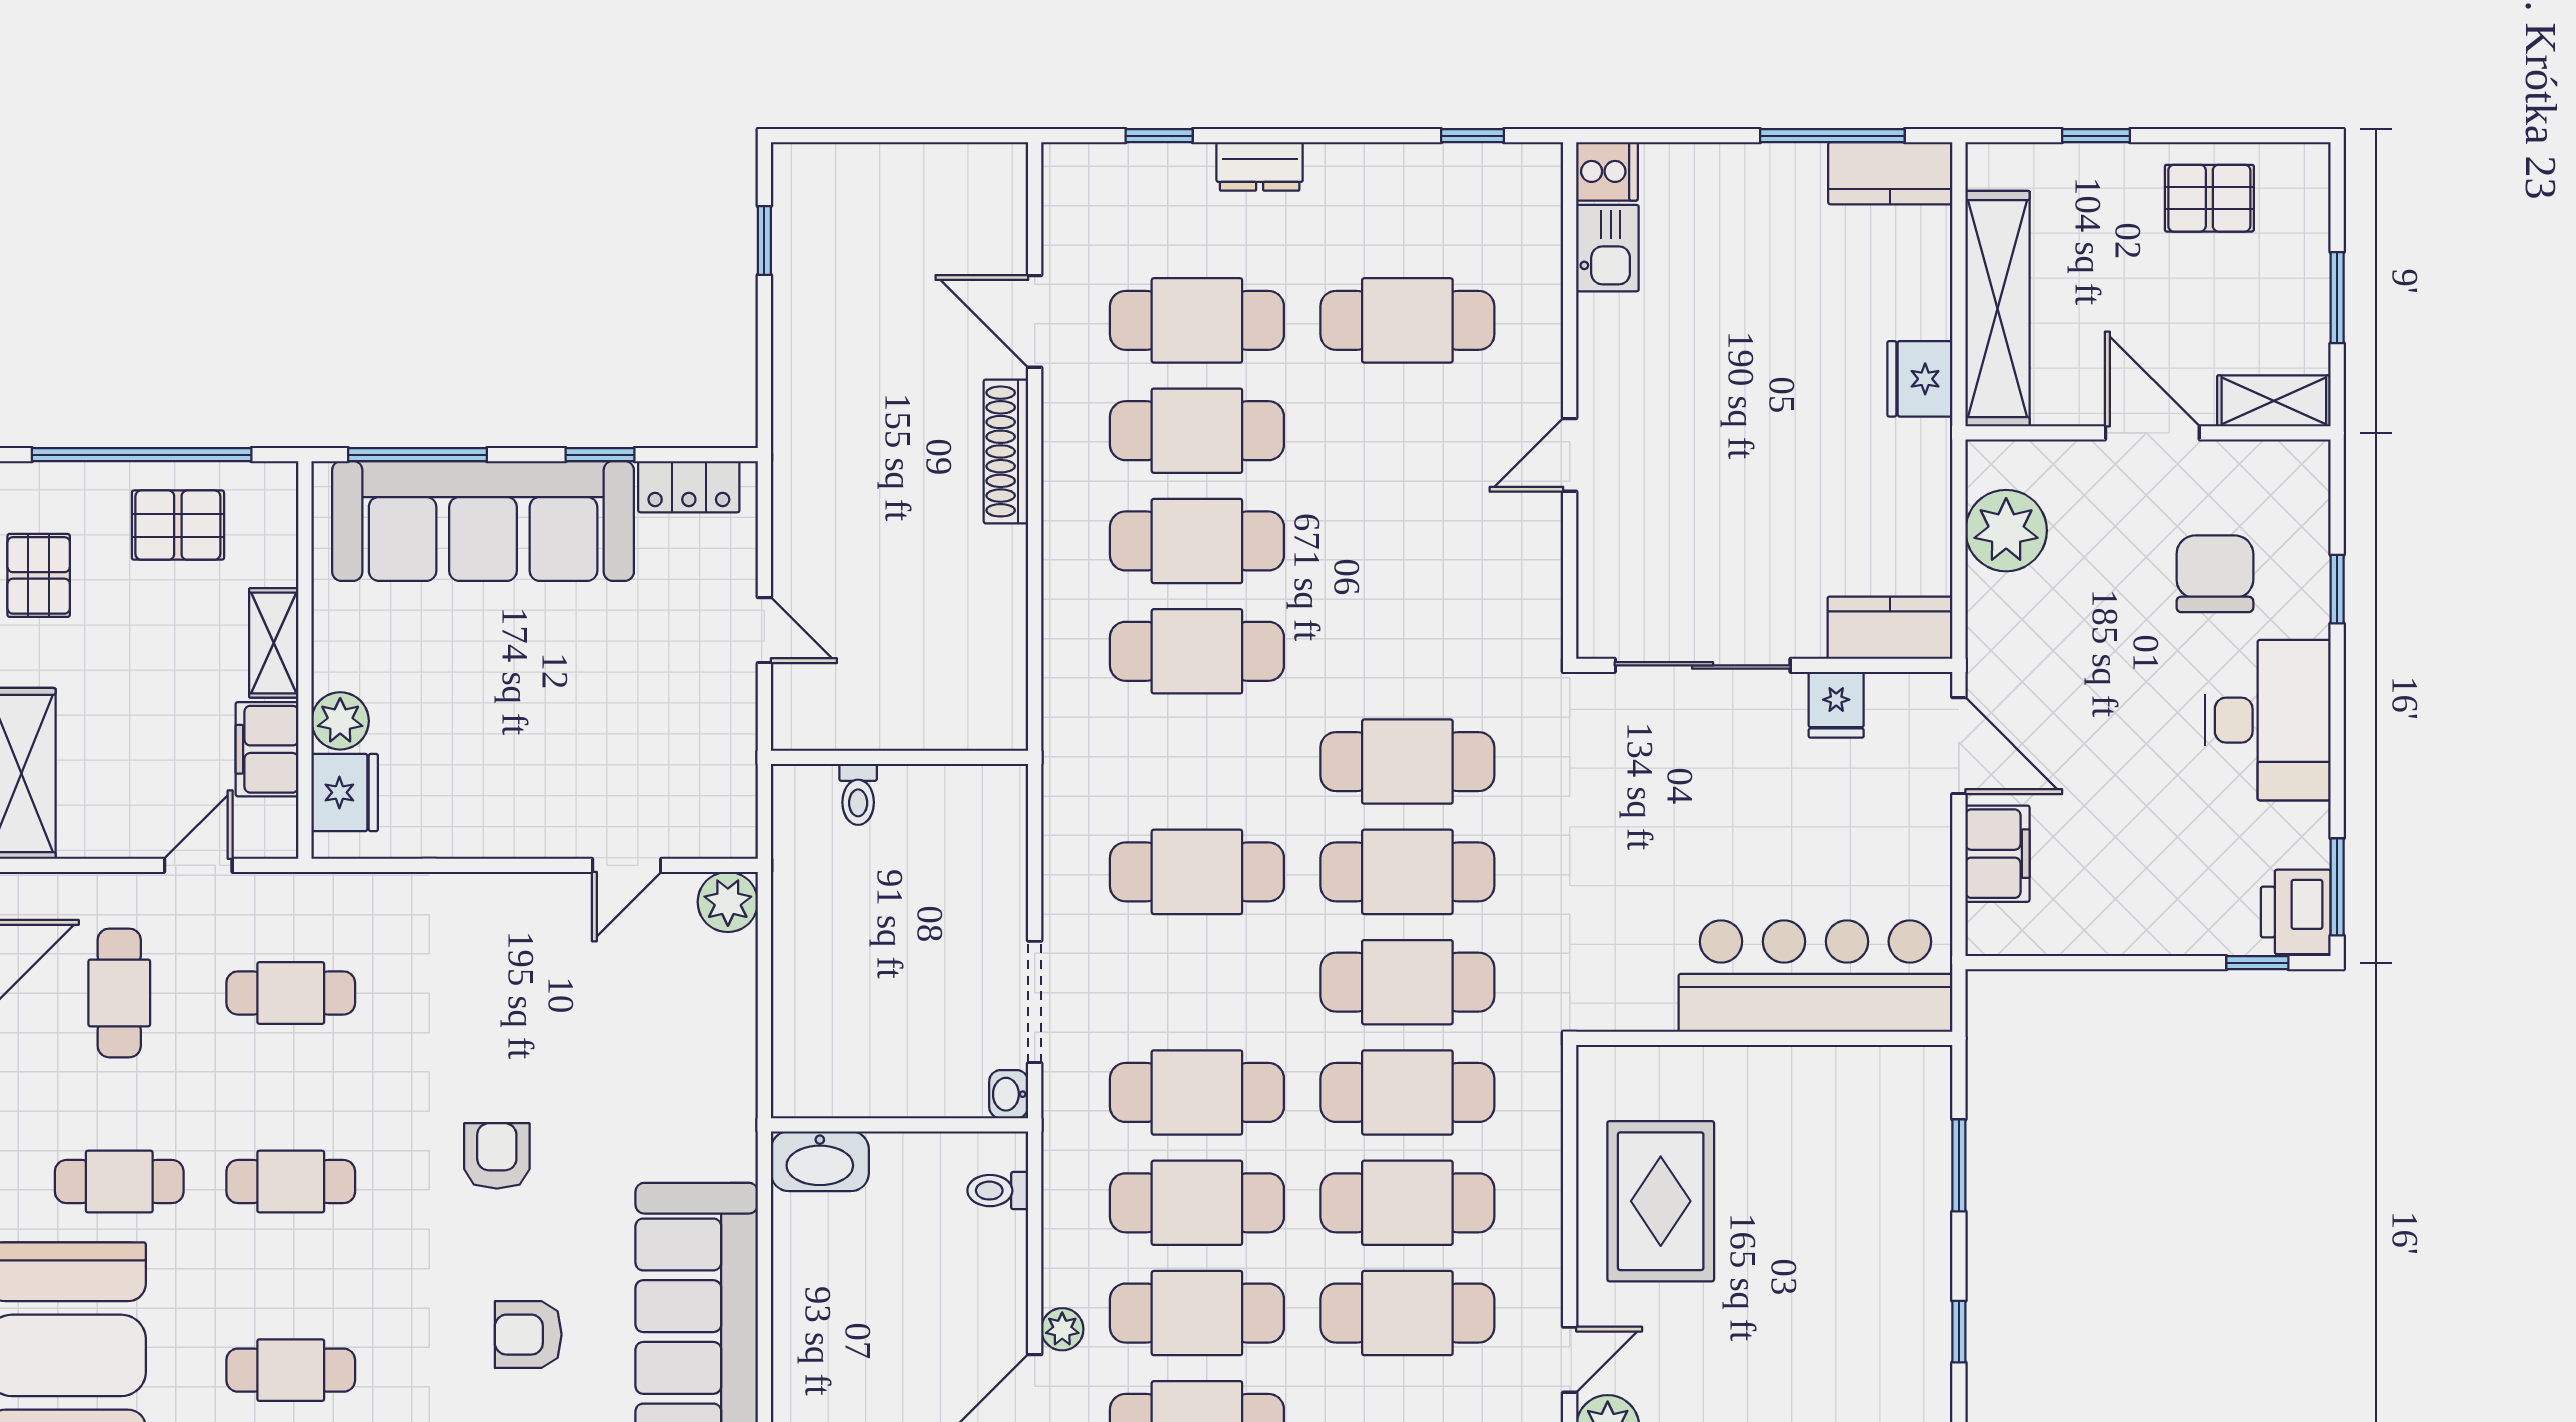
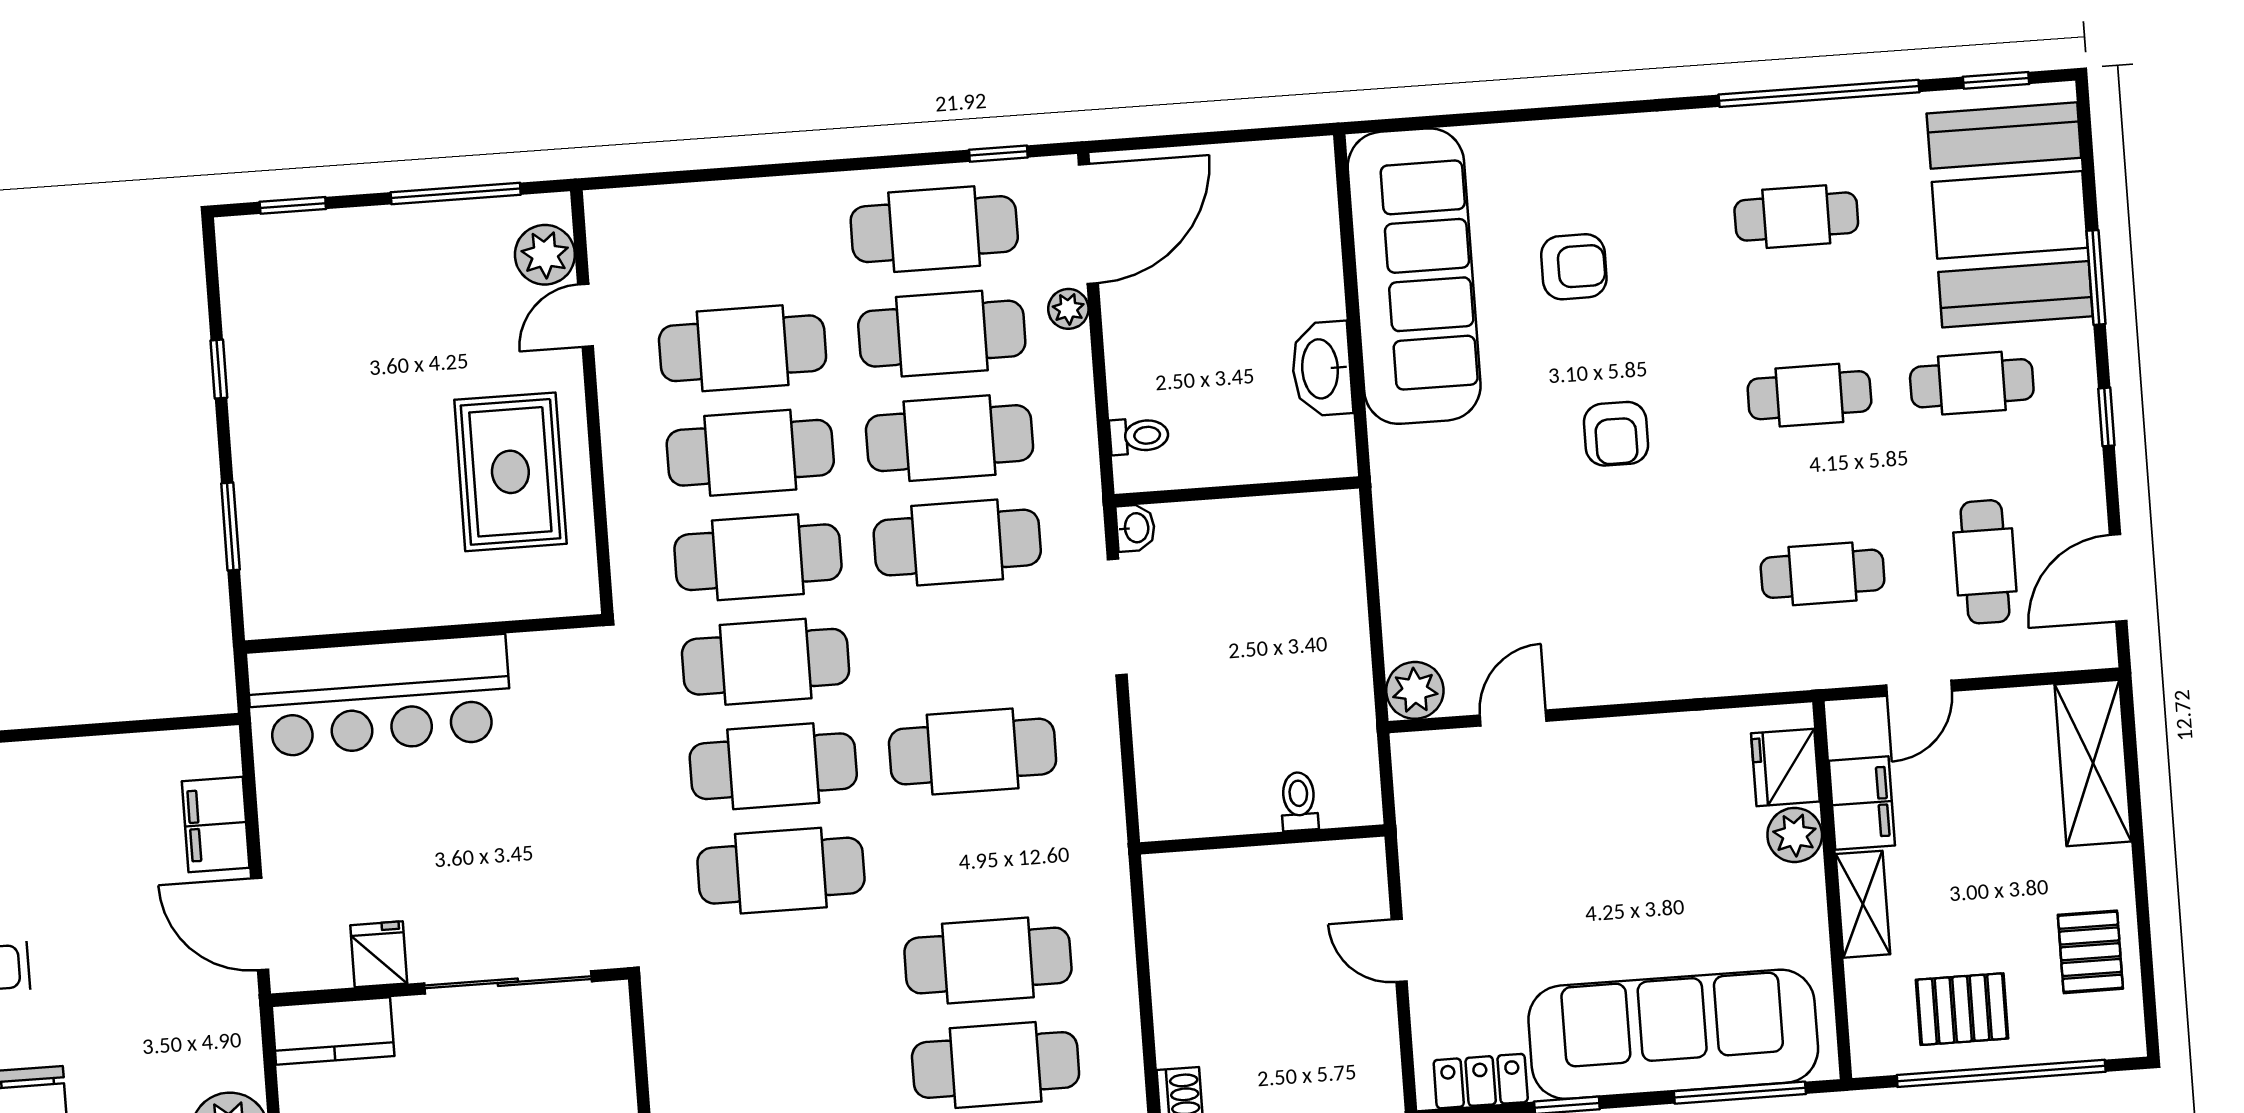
washbasin: (820, 1161) -> (1322, 369), moved, turned -90

